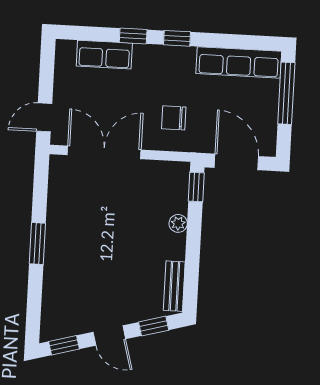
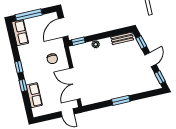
row of seats: (239, 62) -> (20, 33), width x0.68

